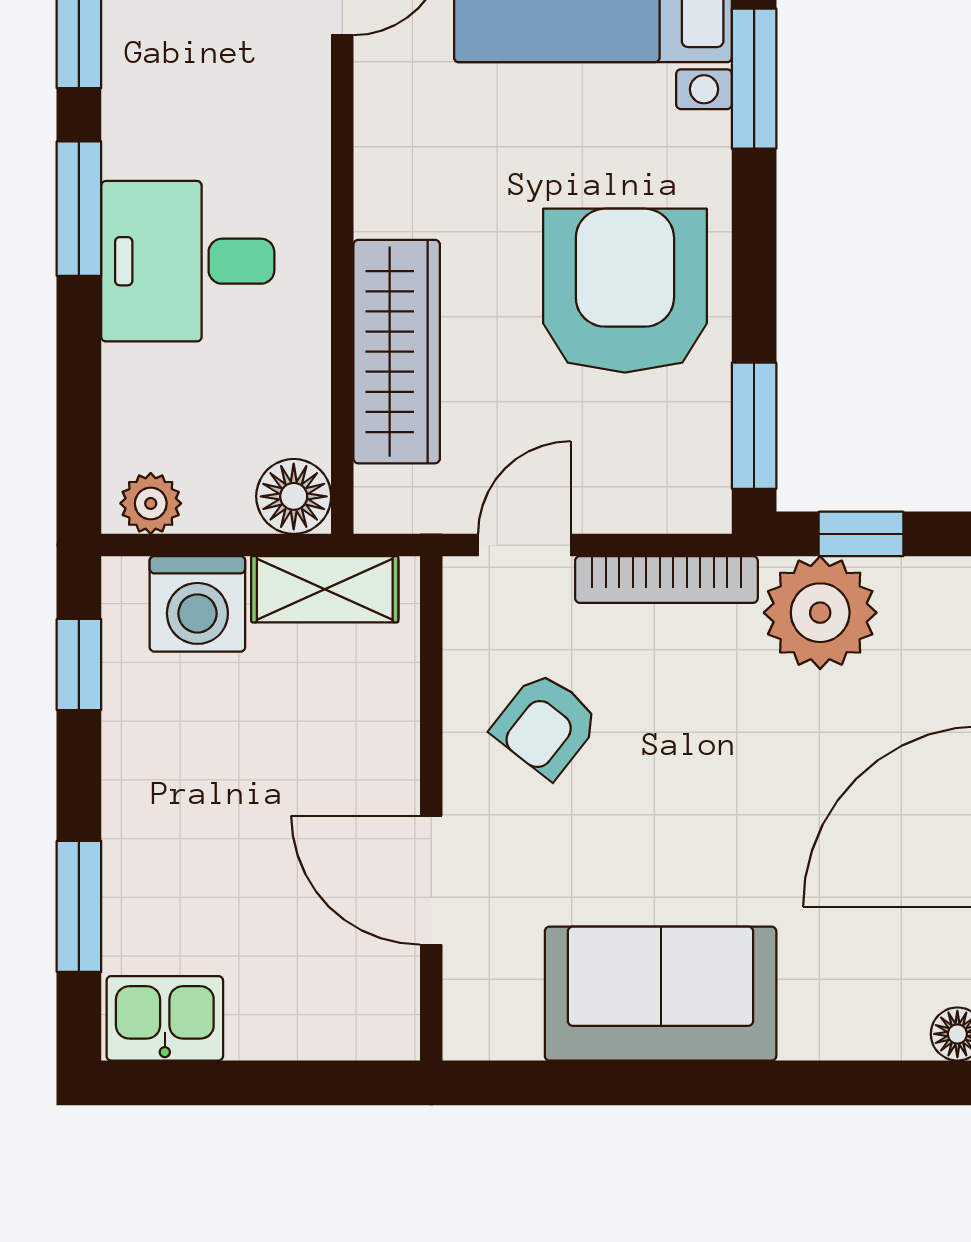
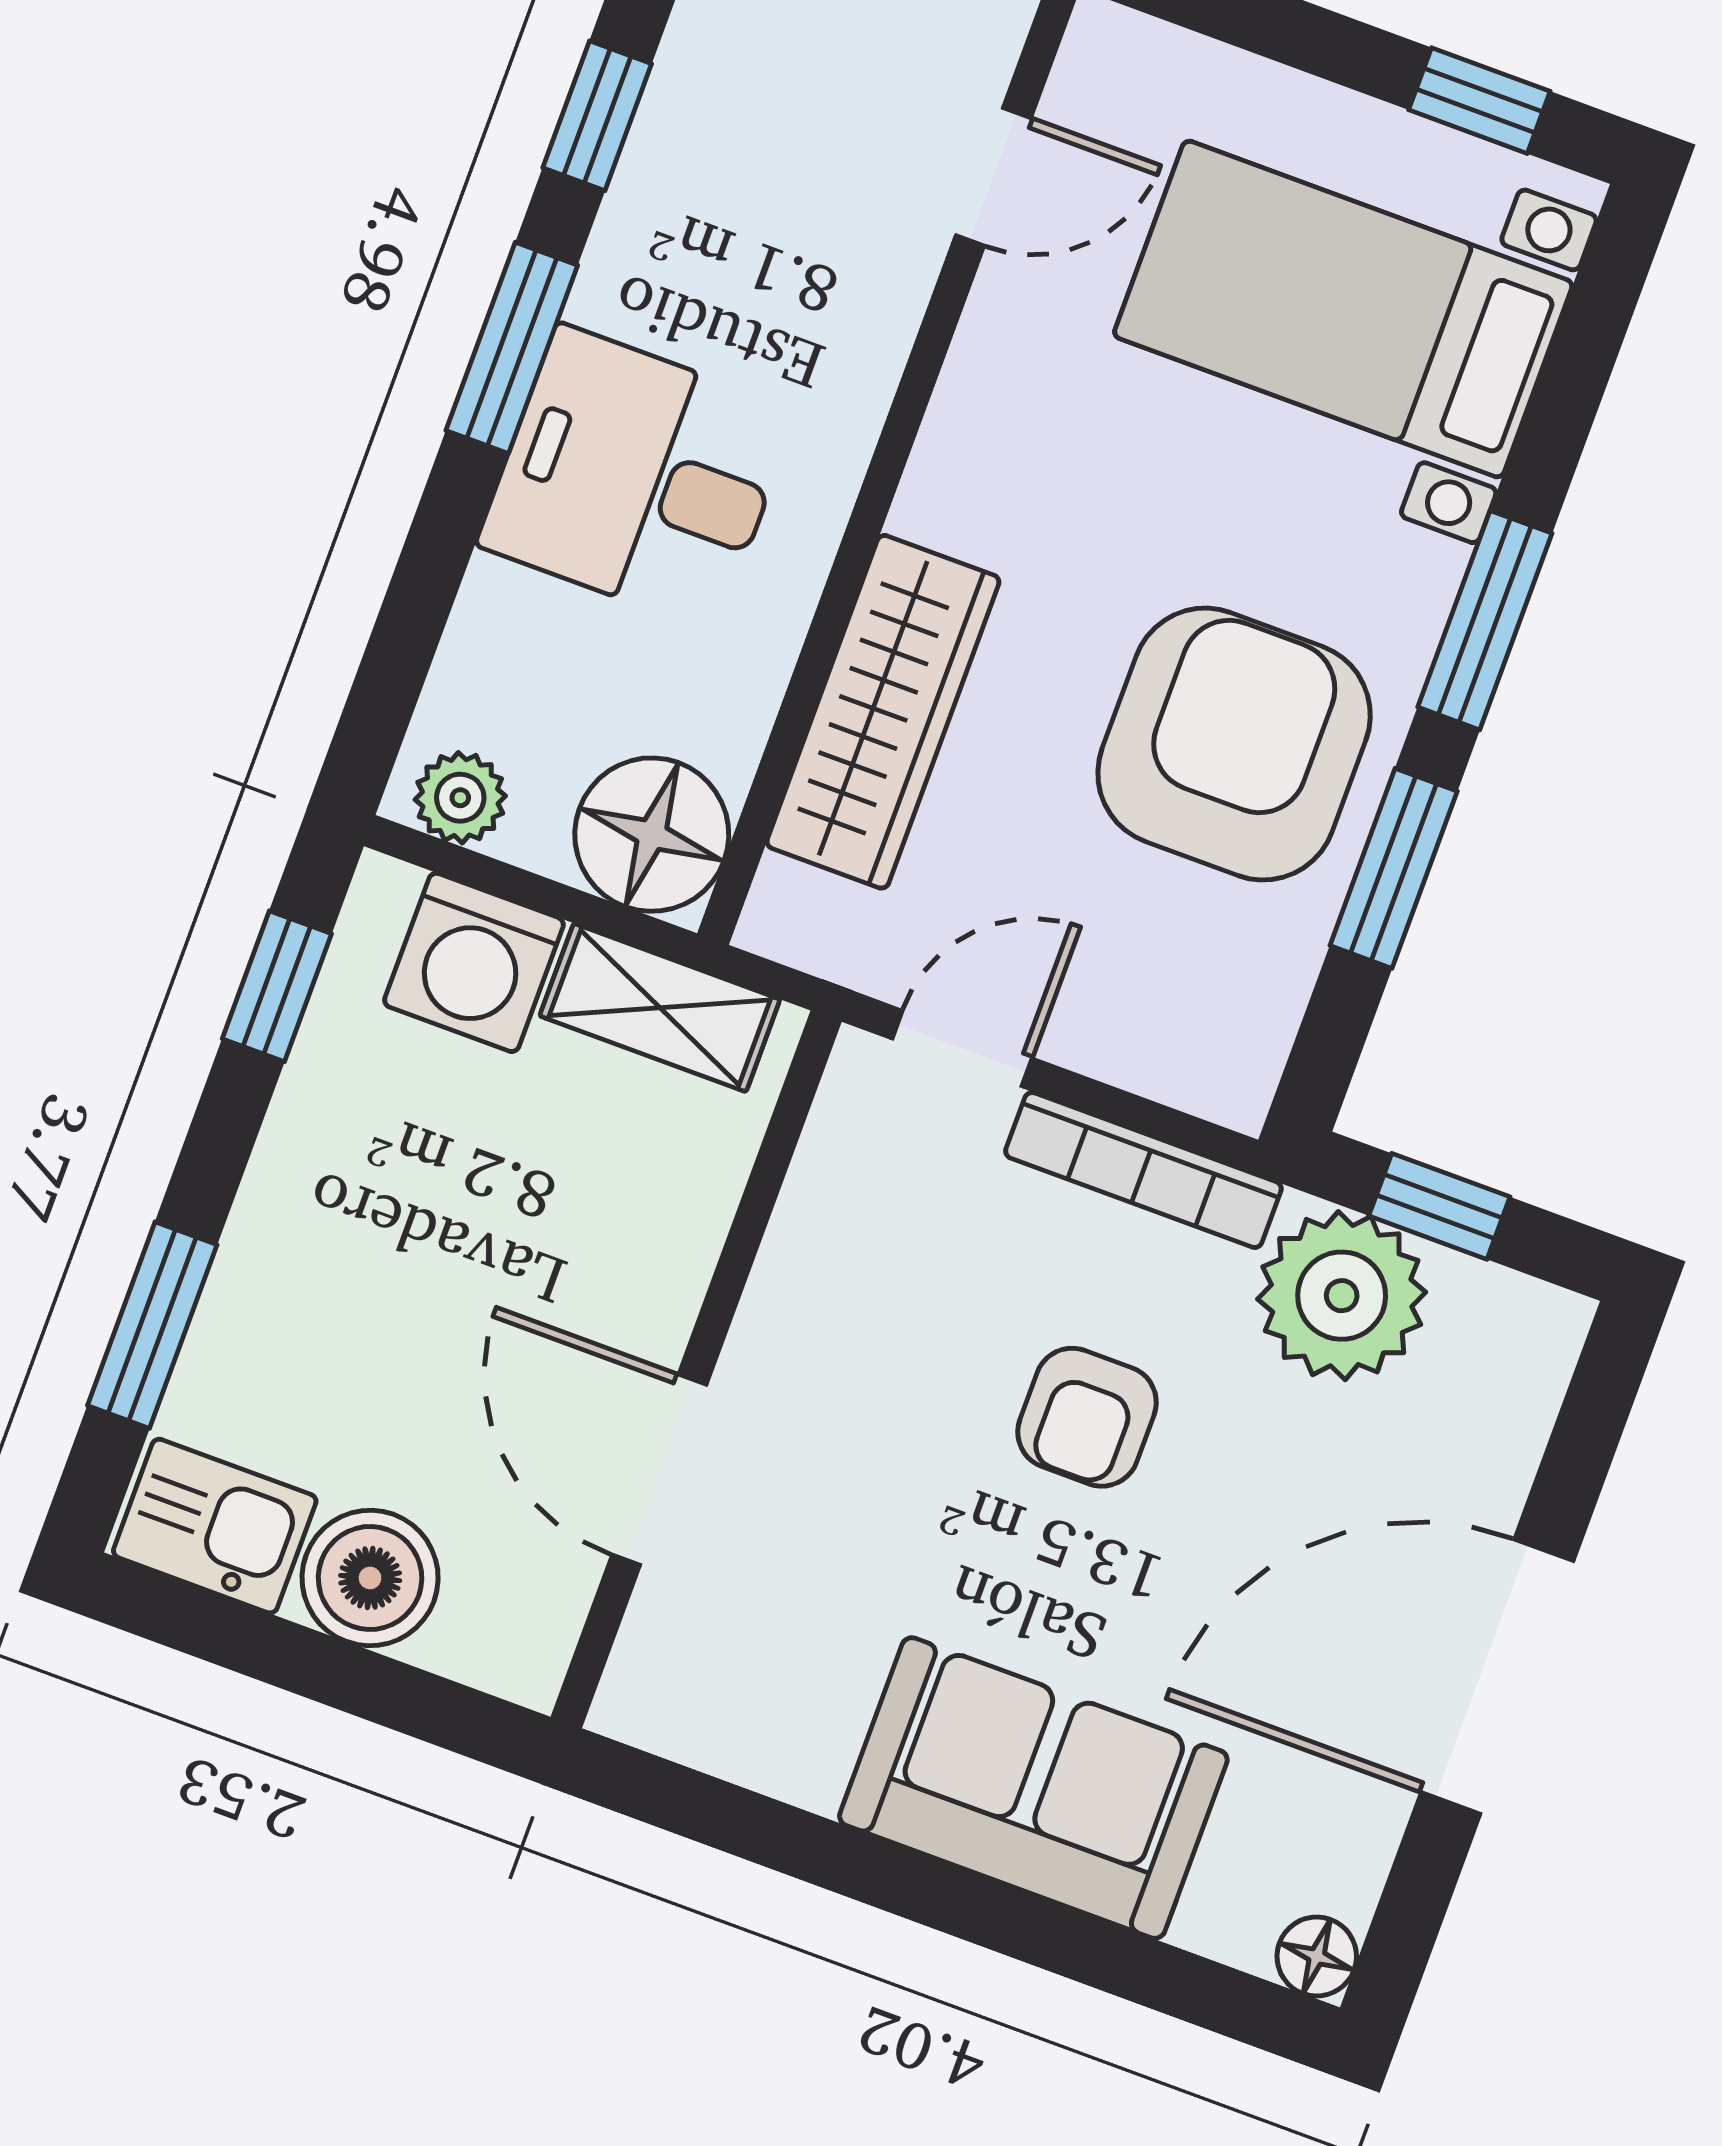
window: (754, 79) -> (1485, 620), moved
window: (754, 426) -> (1394, 868), moved
floor lamp: (294, 496) -> (652, 835), width x1.38, depth x1.38
armchair: (546, 725) -> (1087, 1417), moved, turned -38
sofa: (661, 994) -> (1033, 1788), moved
boiler: (275, 1015) -> (370, 1578), added

